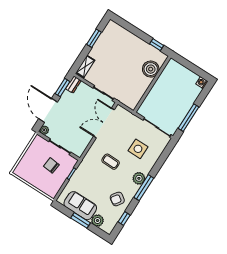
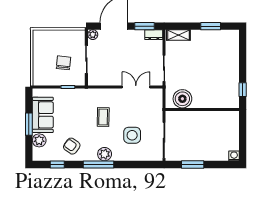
boiler: (151, 69) -> (182, 99), moved
window: (189, 118) -> (193, 164), width x0.69
double door: (104, 123) -> (136, 87), width x0.73

